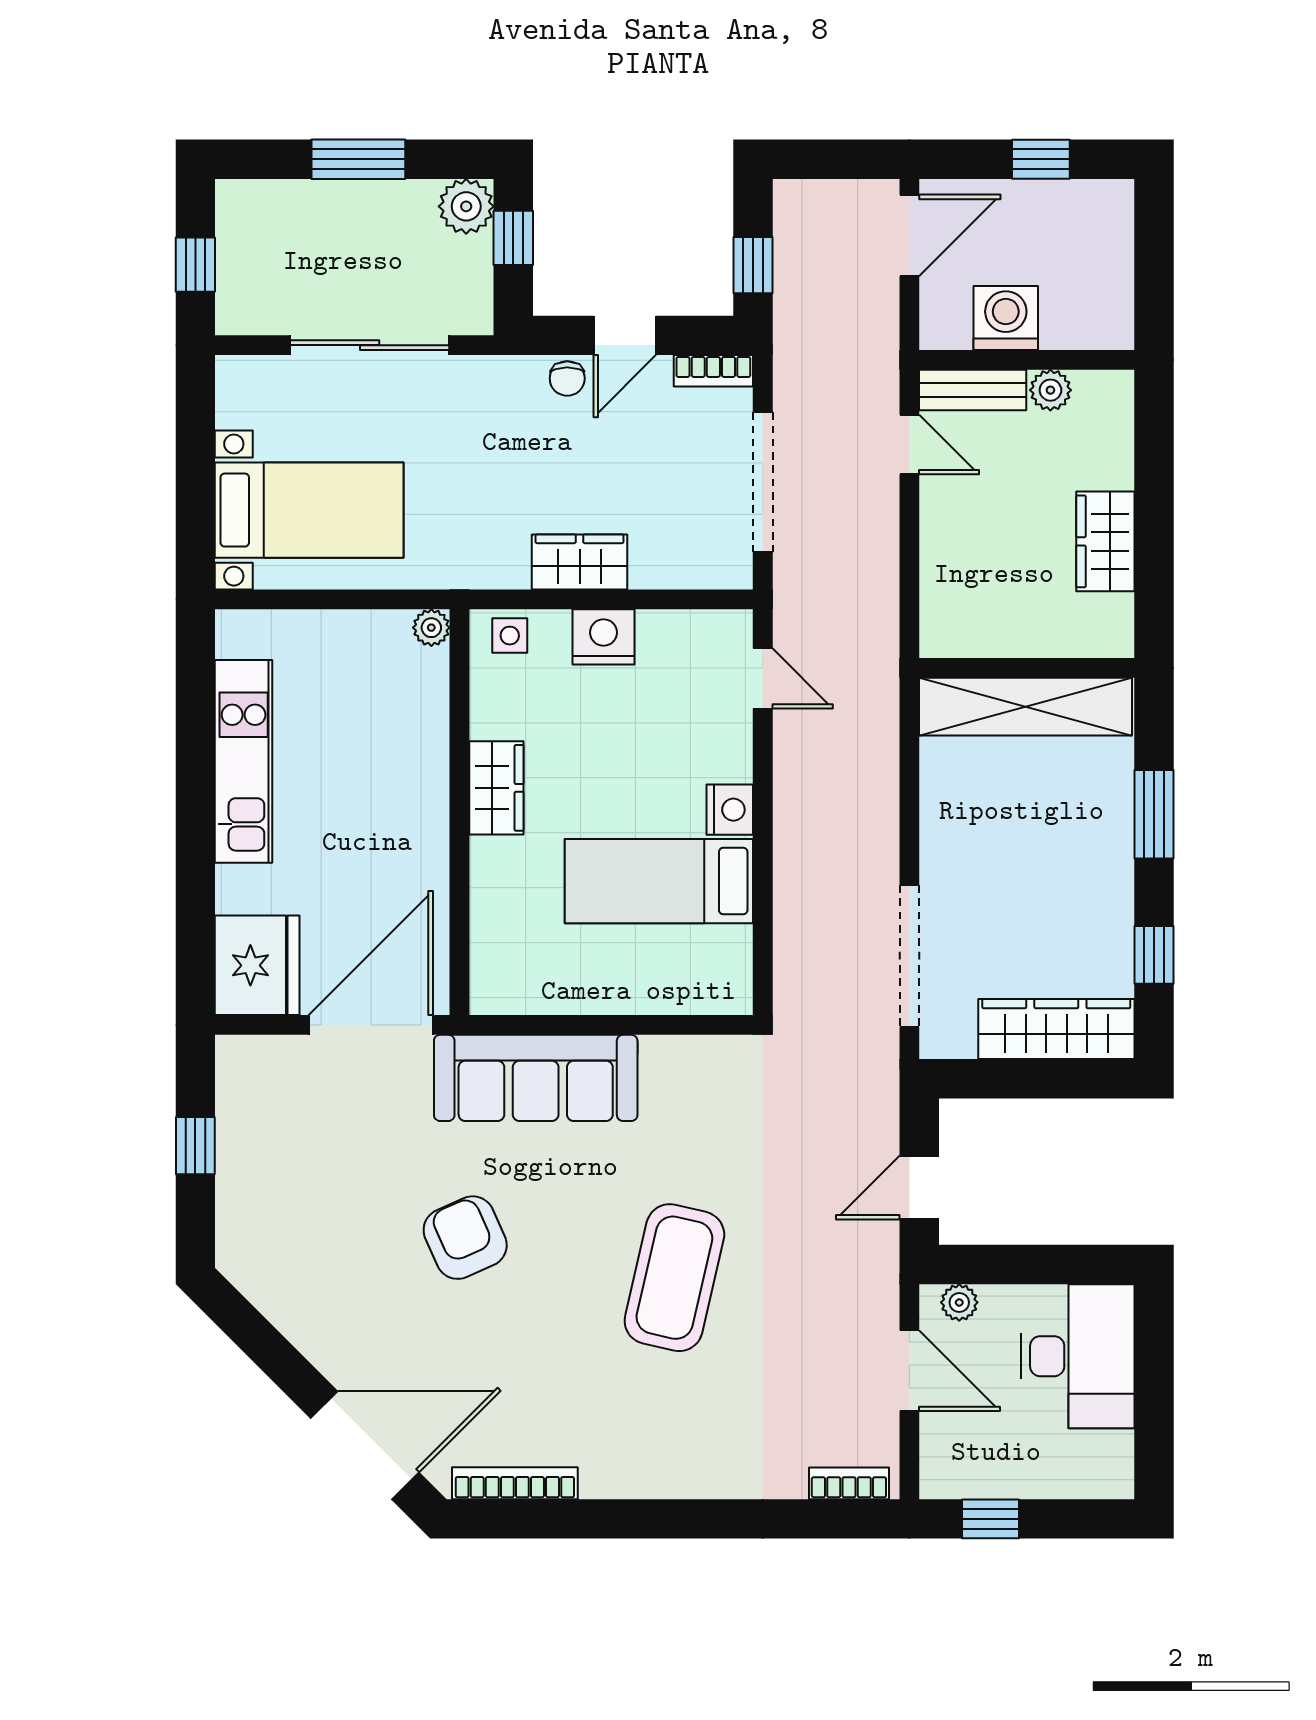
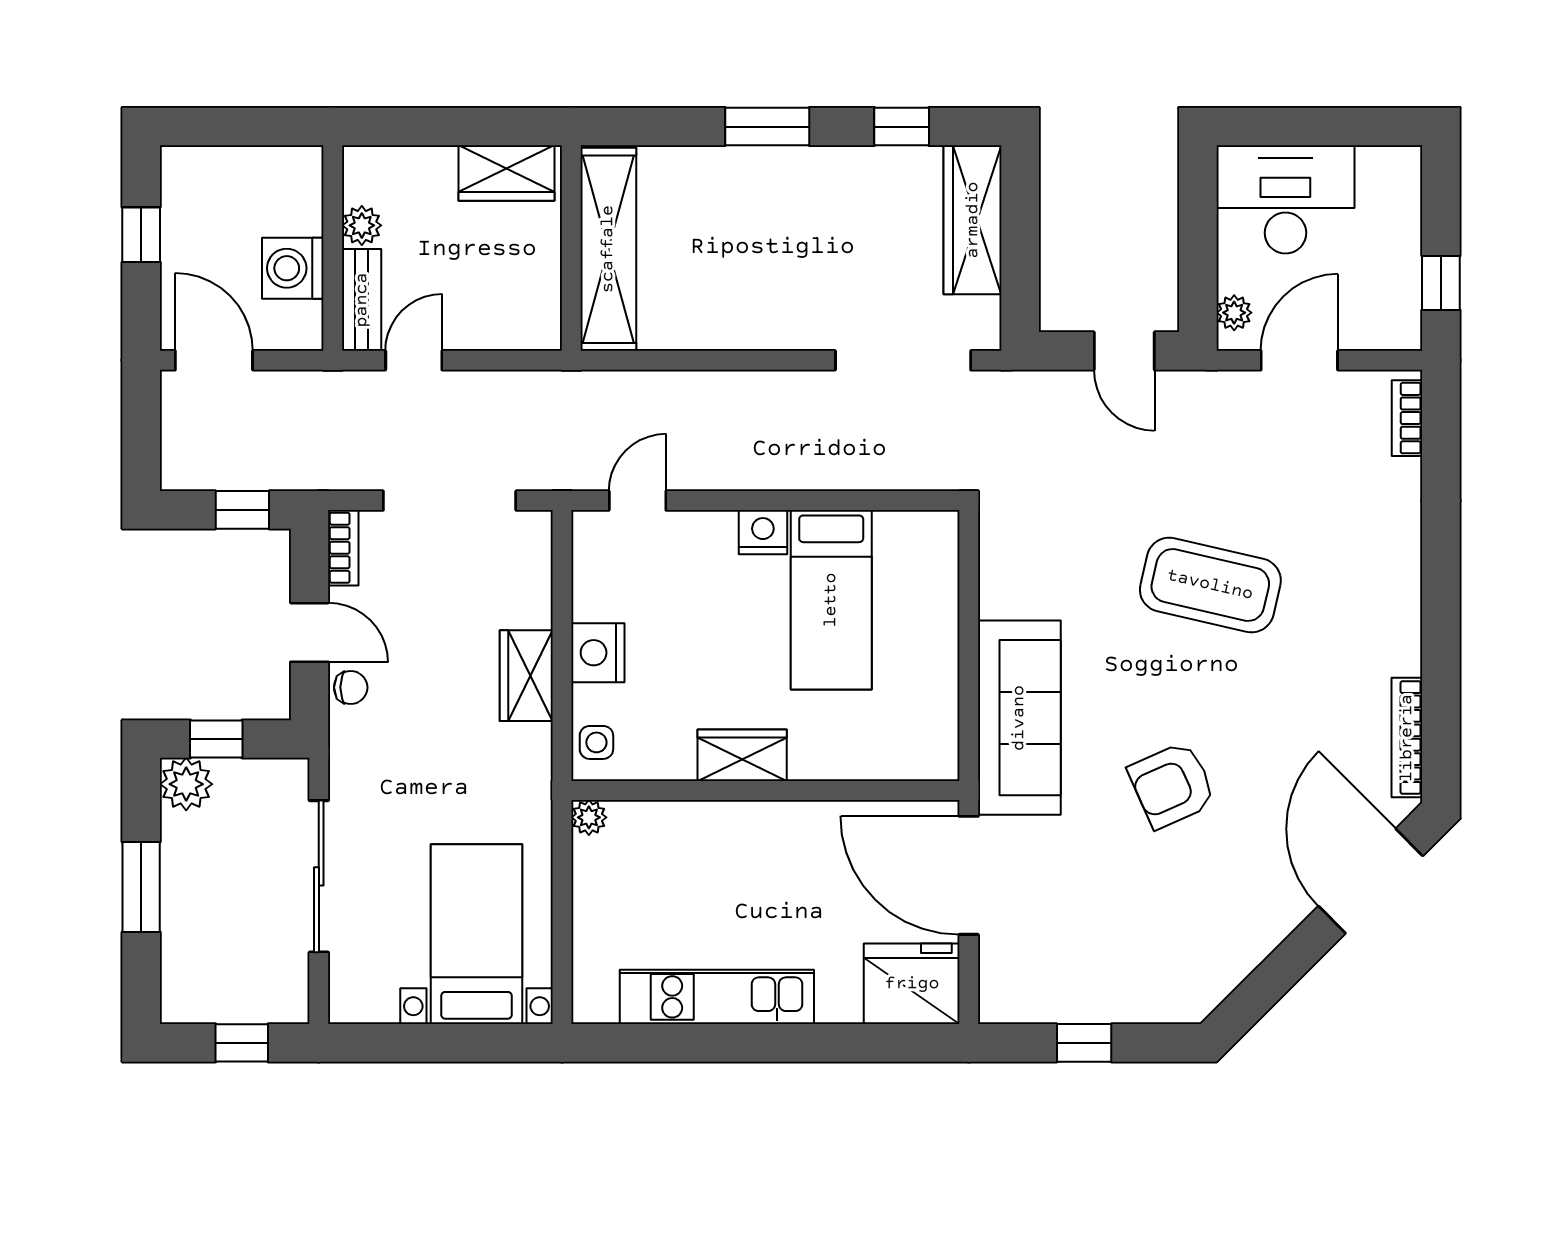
wall: (1027, 668) -> (571, 248), moved
shelving: (1026, 707) -> (608, 249), moved

